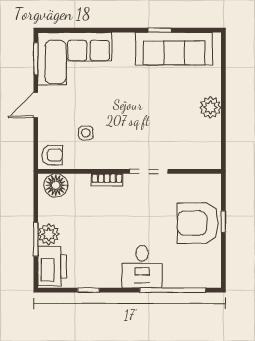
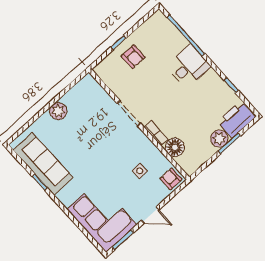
floor lamp: (56, 185) -> (175, 147), moved
armchair: (198, 223) -> (133, 57), width x0.53, depth x0.53

